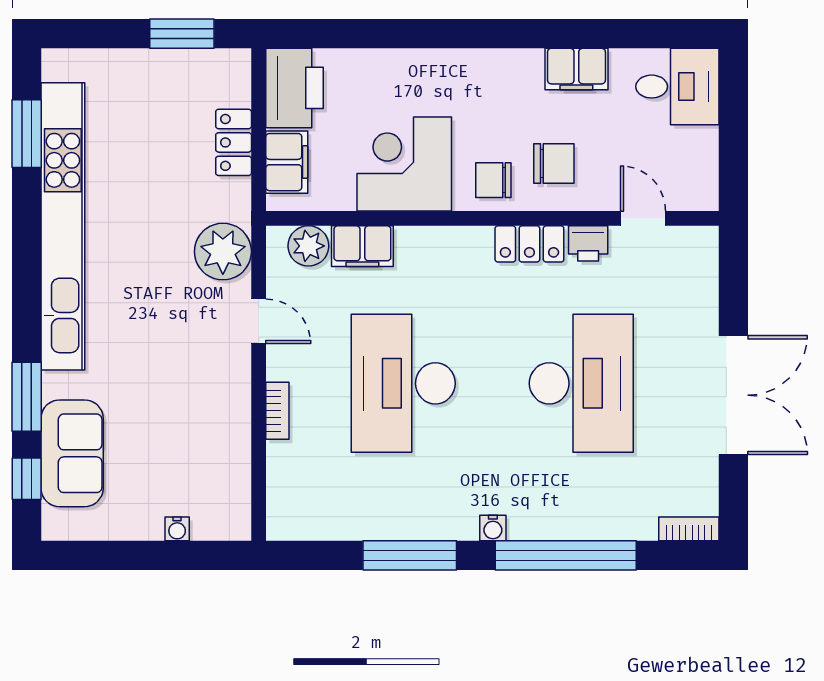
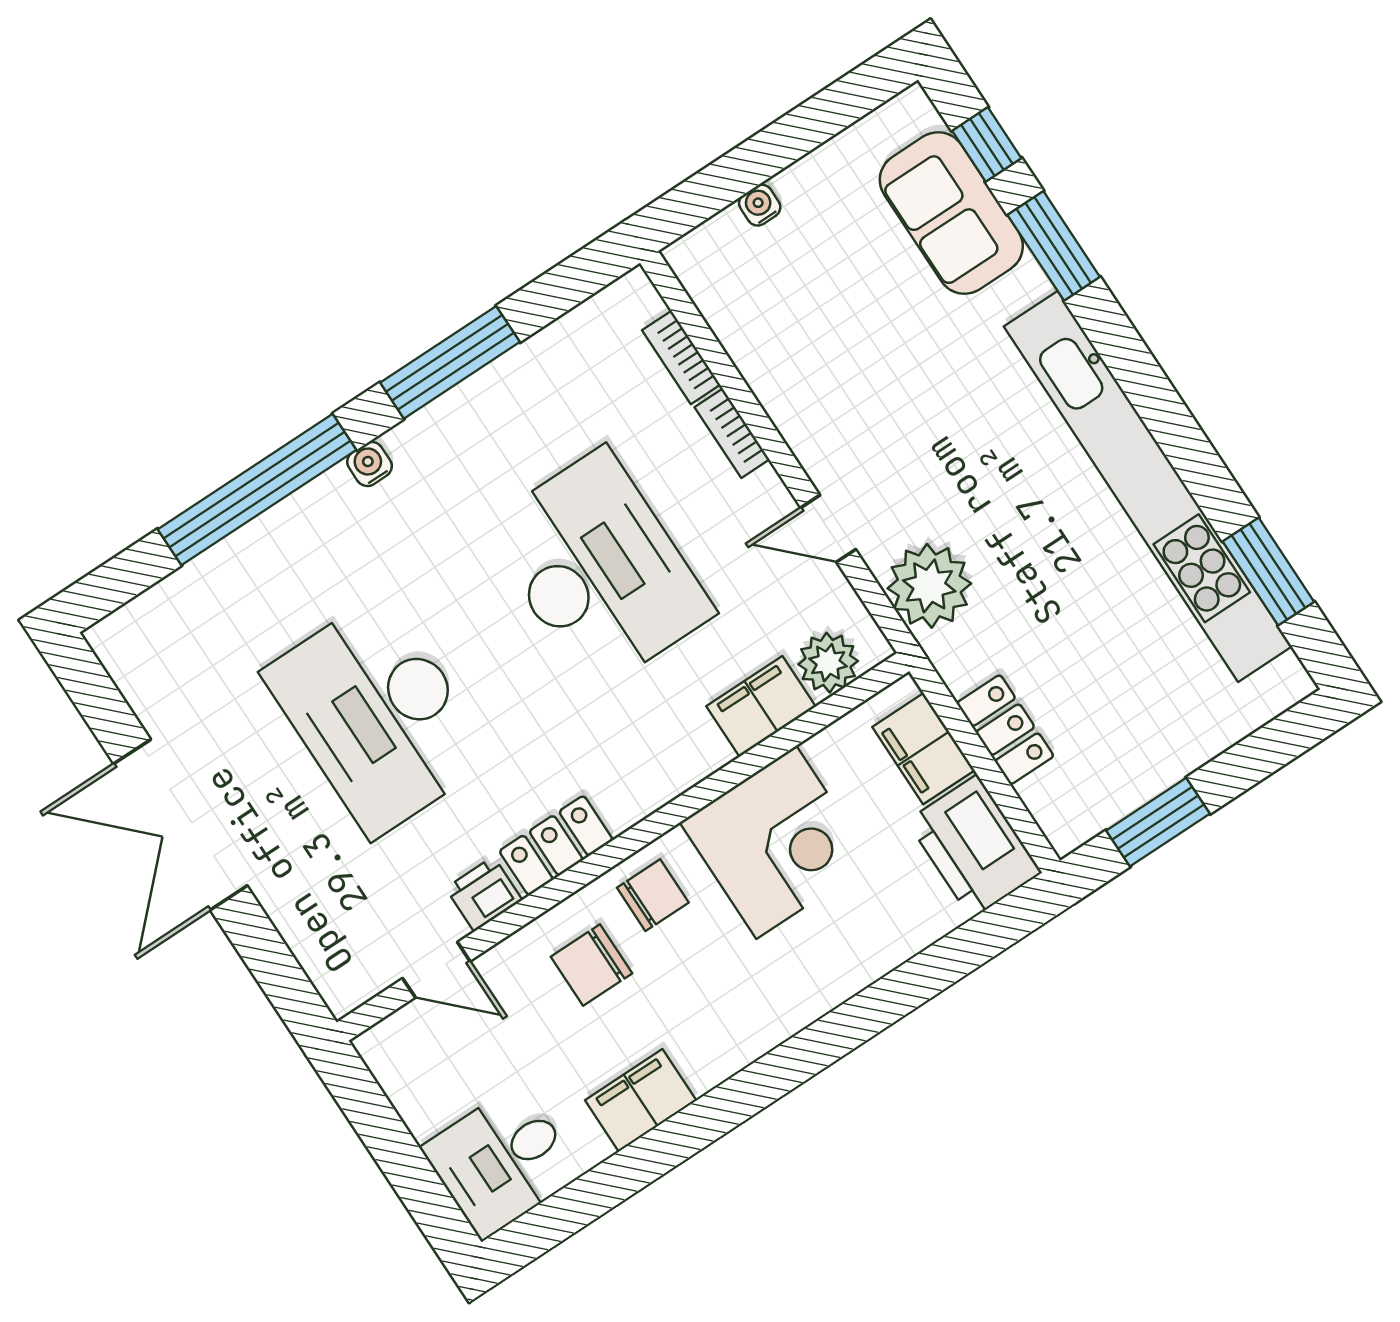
bookcase: (689, 529) -> (681, 357), moved, turned 90

